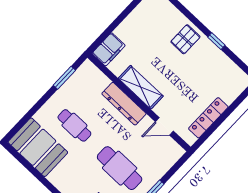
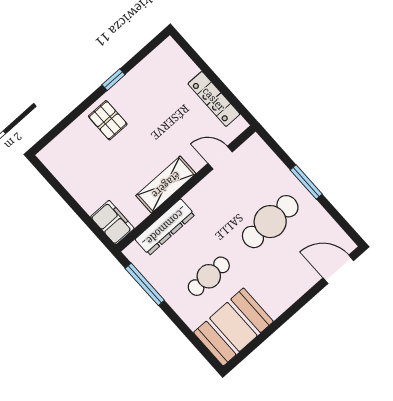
window: (64, 78) -> (145, 284), width x1.44
dresser: (124, 104) -> (165, 227), moved
door: (164, 126) -> (220, 158), swing flipped

